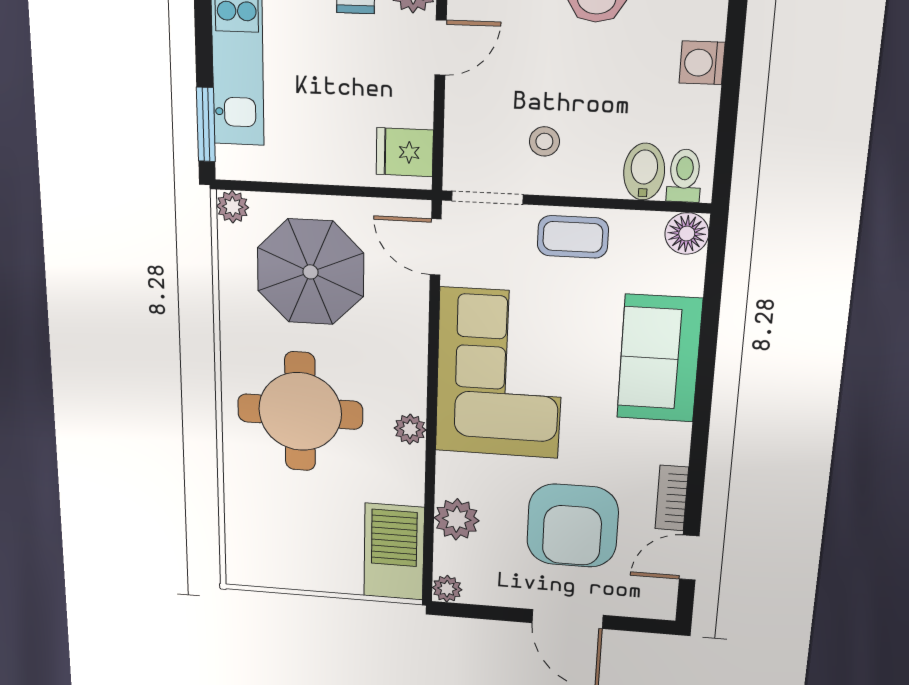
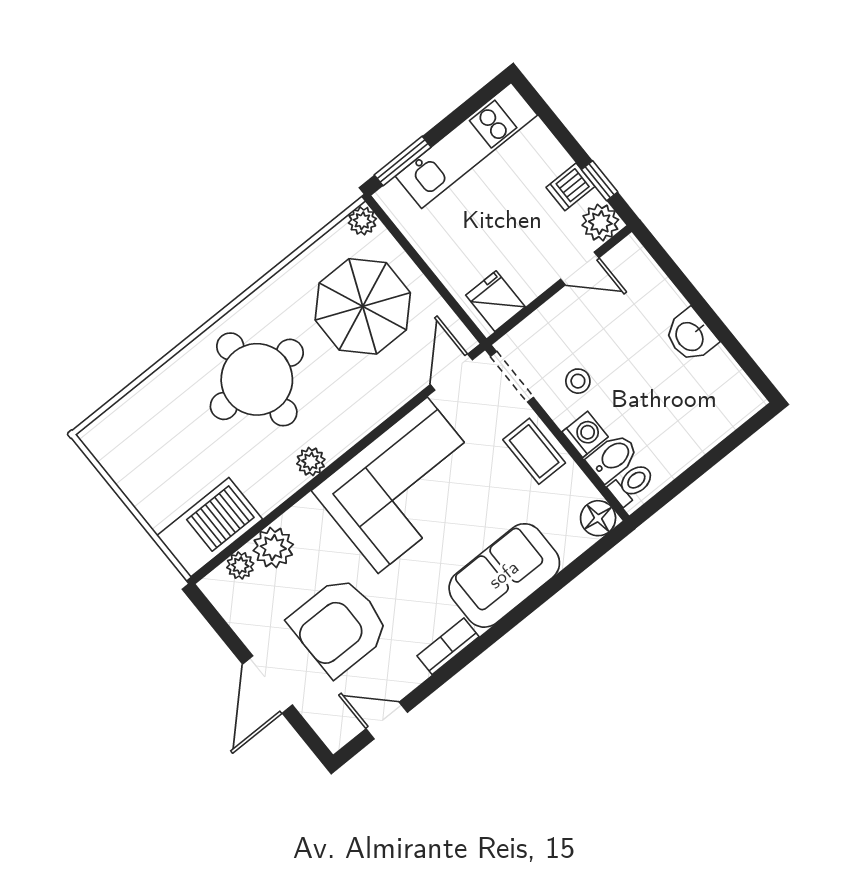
washing machine: (702, 63) -> (585, 434), moved, turned 90
bookcase: (672, 498) -> (448, 646), moved
plant: (447, 589) -> (240, 566), moved

